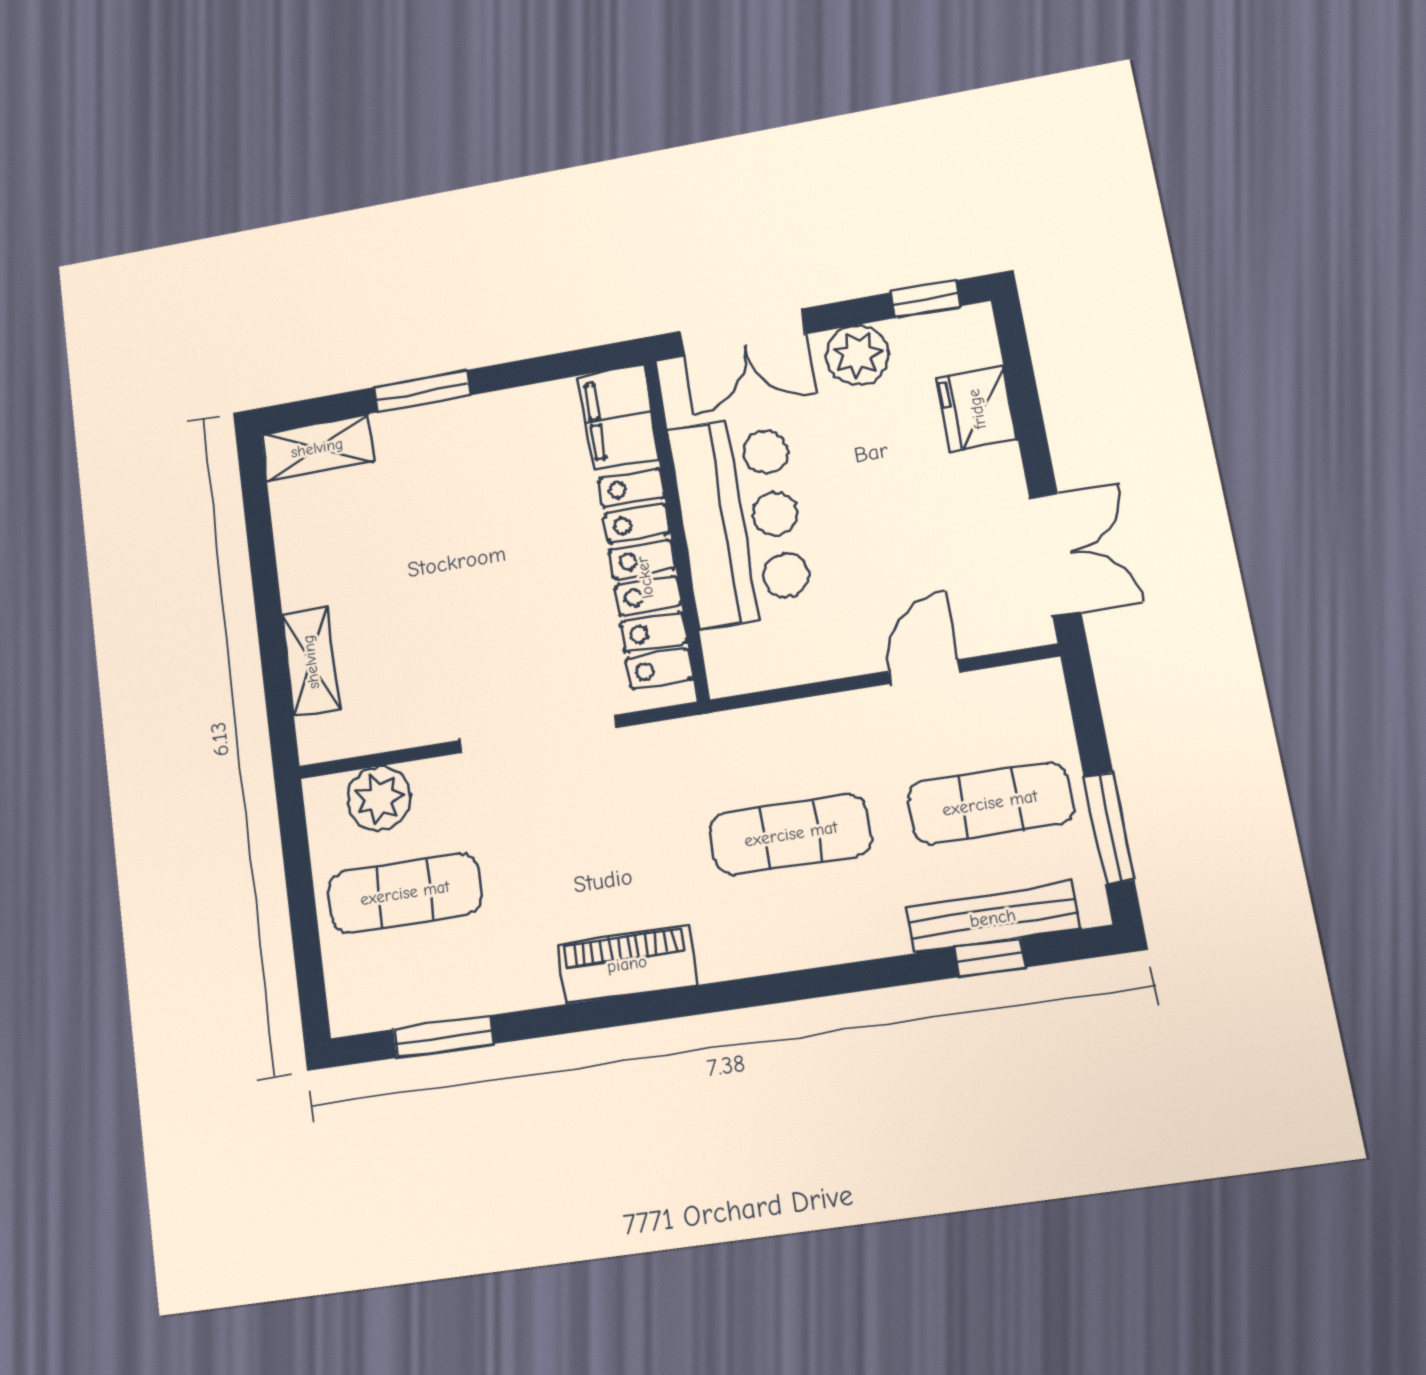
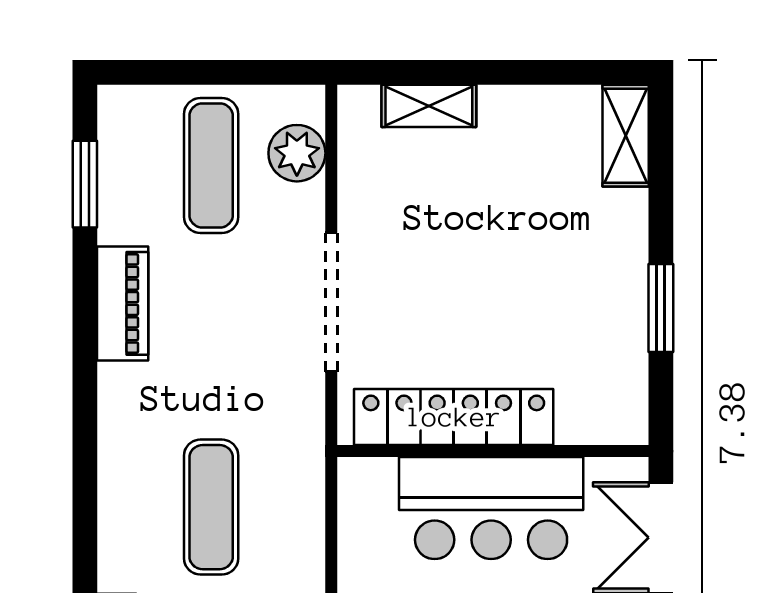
window: (422, 391) -> (661, 308), moved
filing cabinet: (618, 418) -> (603, 415), removed
piano: (627, 964) -> (123, 303), moved

